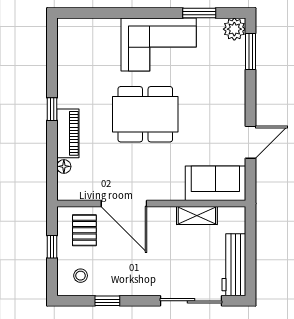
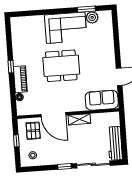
plant: (234, 29) -> (92, 17), moved
window: (250, 52) -> (115, 28), removed
shelving: (197, 216) -> (79, 119), moved
window: (107, 301) -> (64, 167), moved

